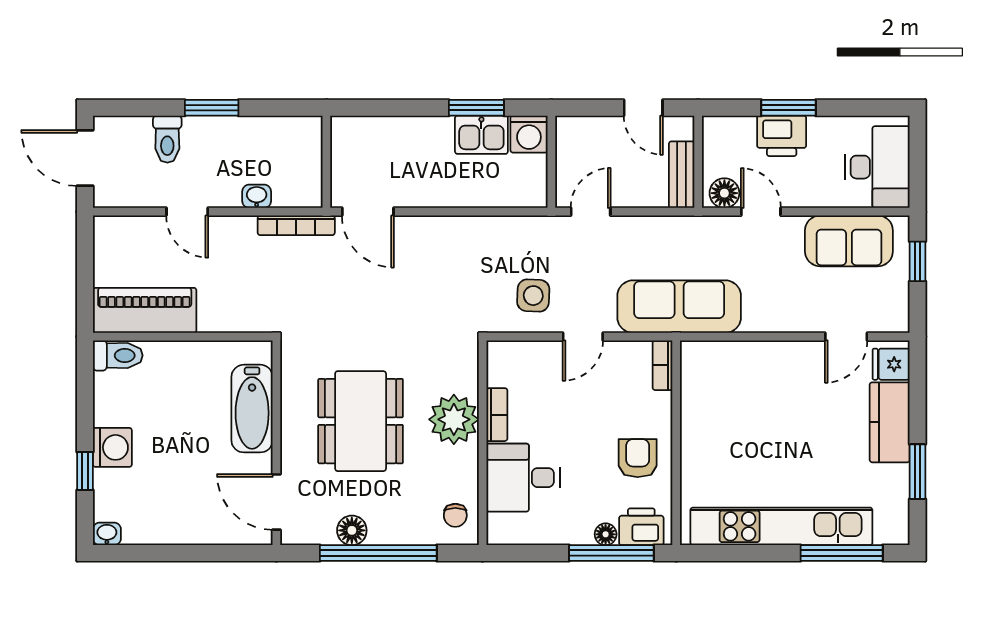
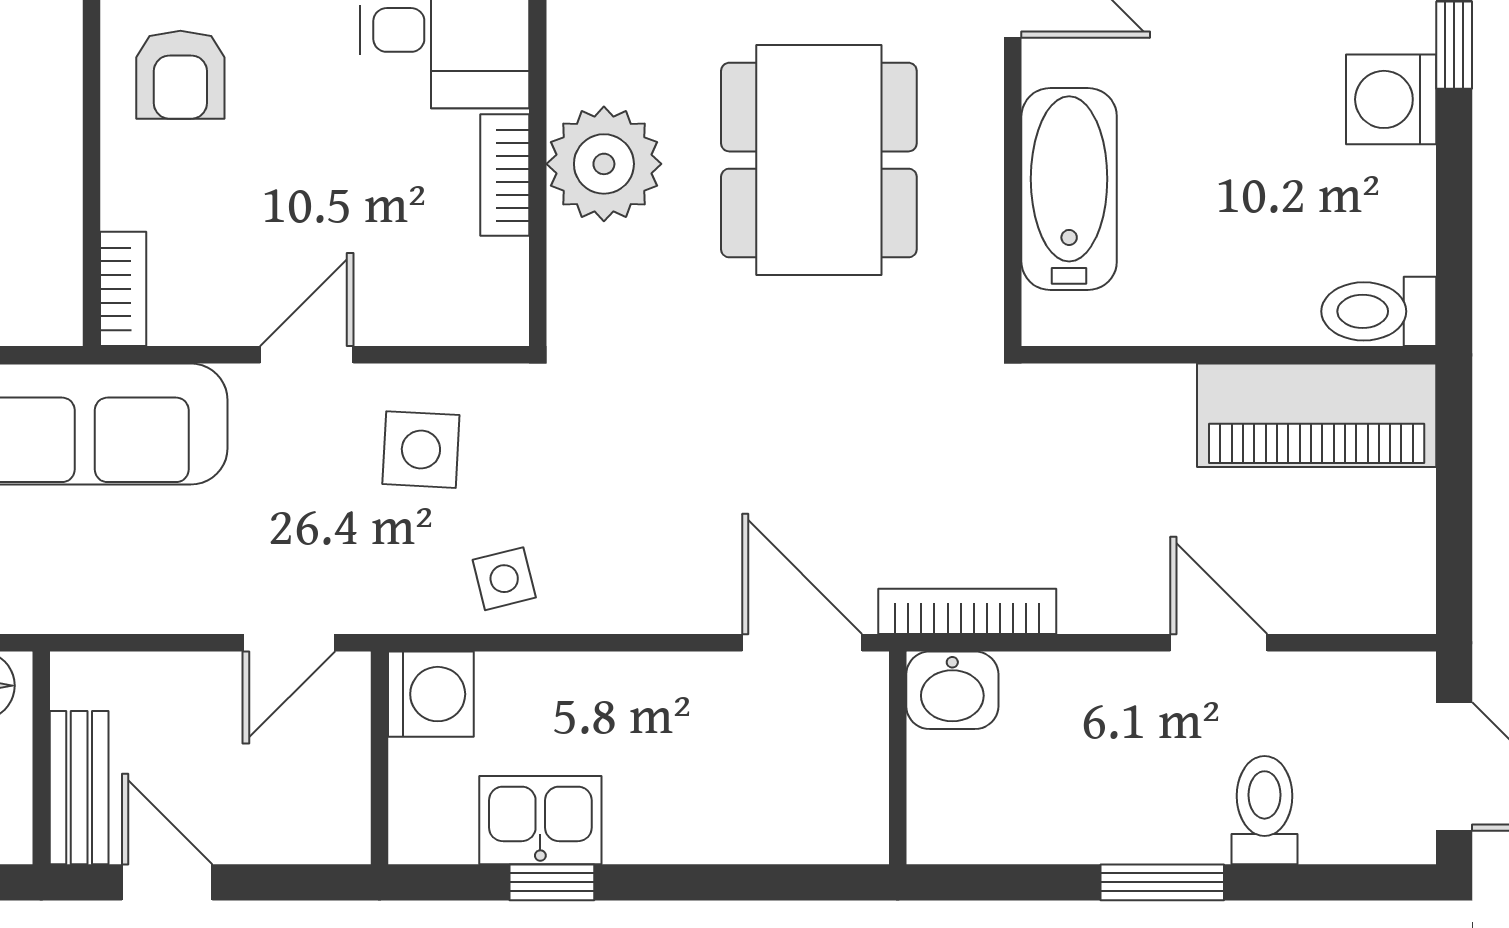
window: (476, 108) -> (552, 882), width x0.67
washing machine: (529, 134) -> (431, 694), moved, turned 90
bench: (682, 175) -> (79, 788), moved
washbasin: (257, 196) -> (952, 690), moved, width x1.38, depth x1.45
side table: (497, 240) -> (504, 579), added

